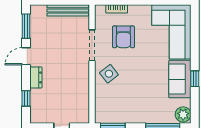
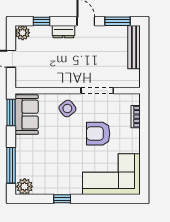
bench: (68, 10) -> (134, 47), moved
armchair: (123, 37) -> (98, 134), moved
sofa: (180, 79) -> (27, 115), moved, turned 90
plant: (37, 116) -> (23, 33), added

